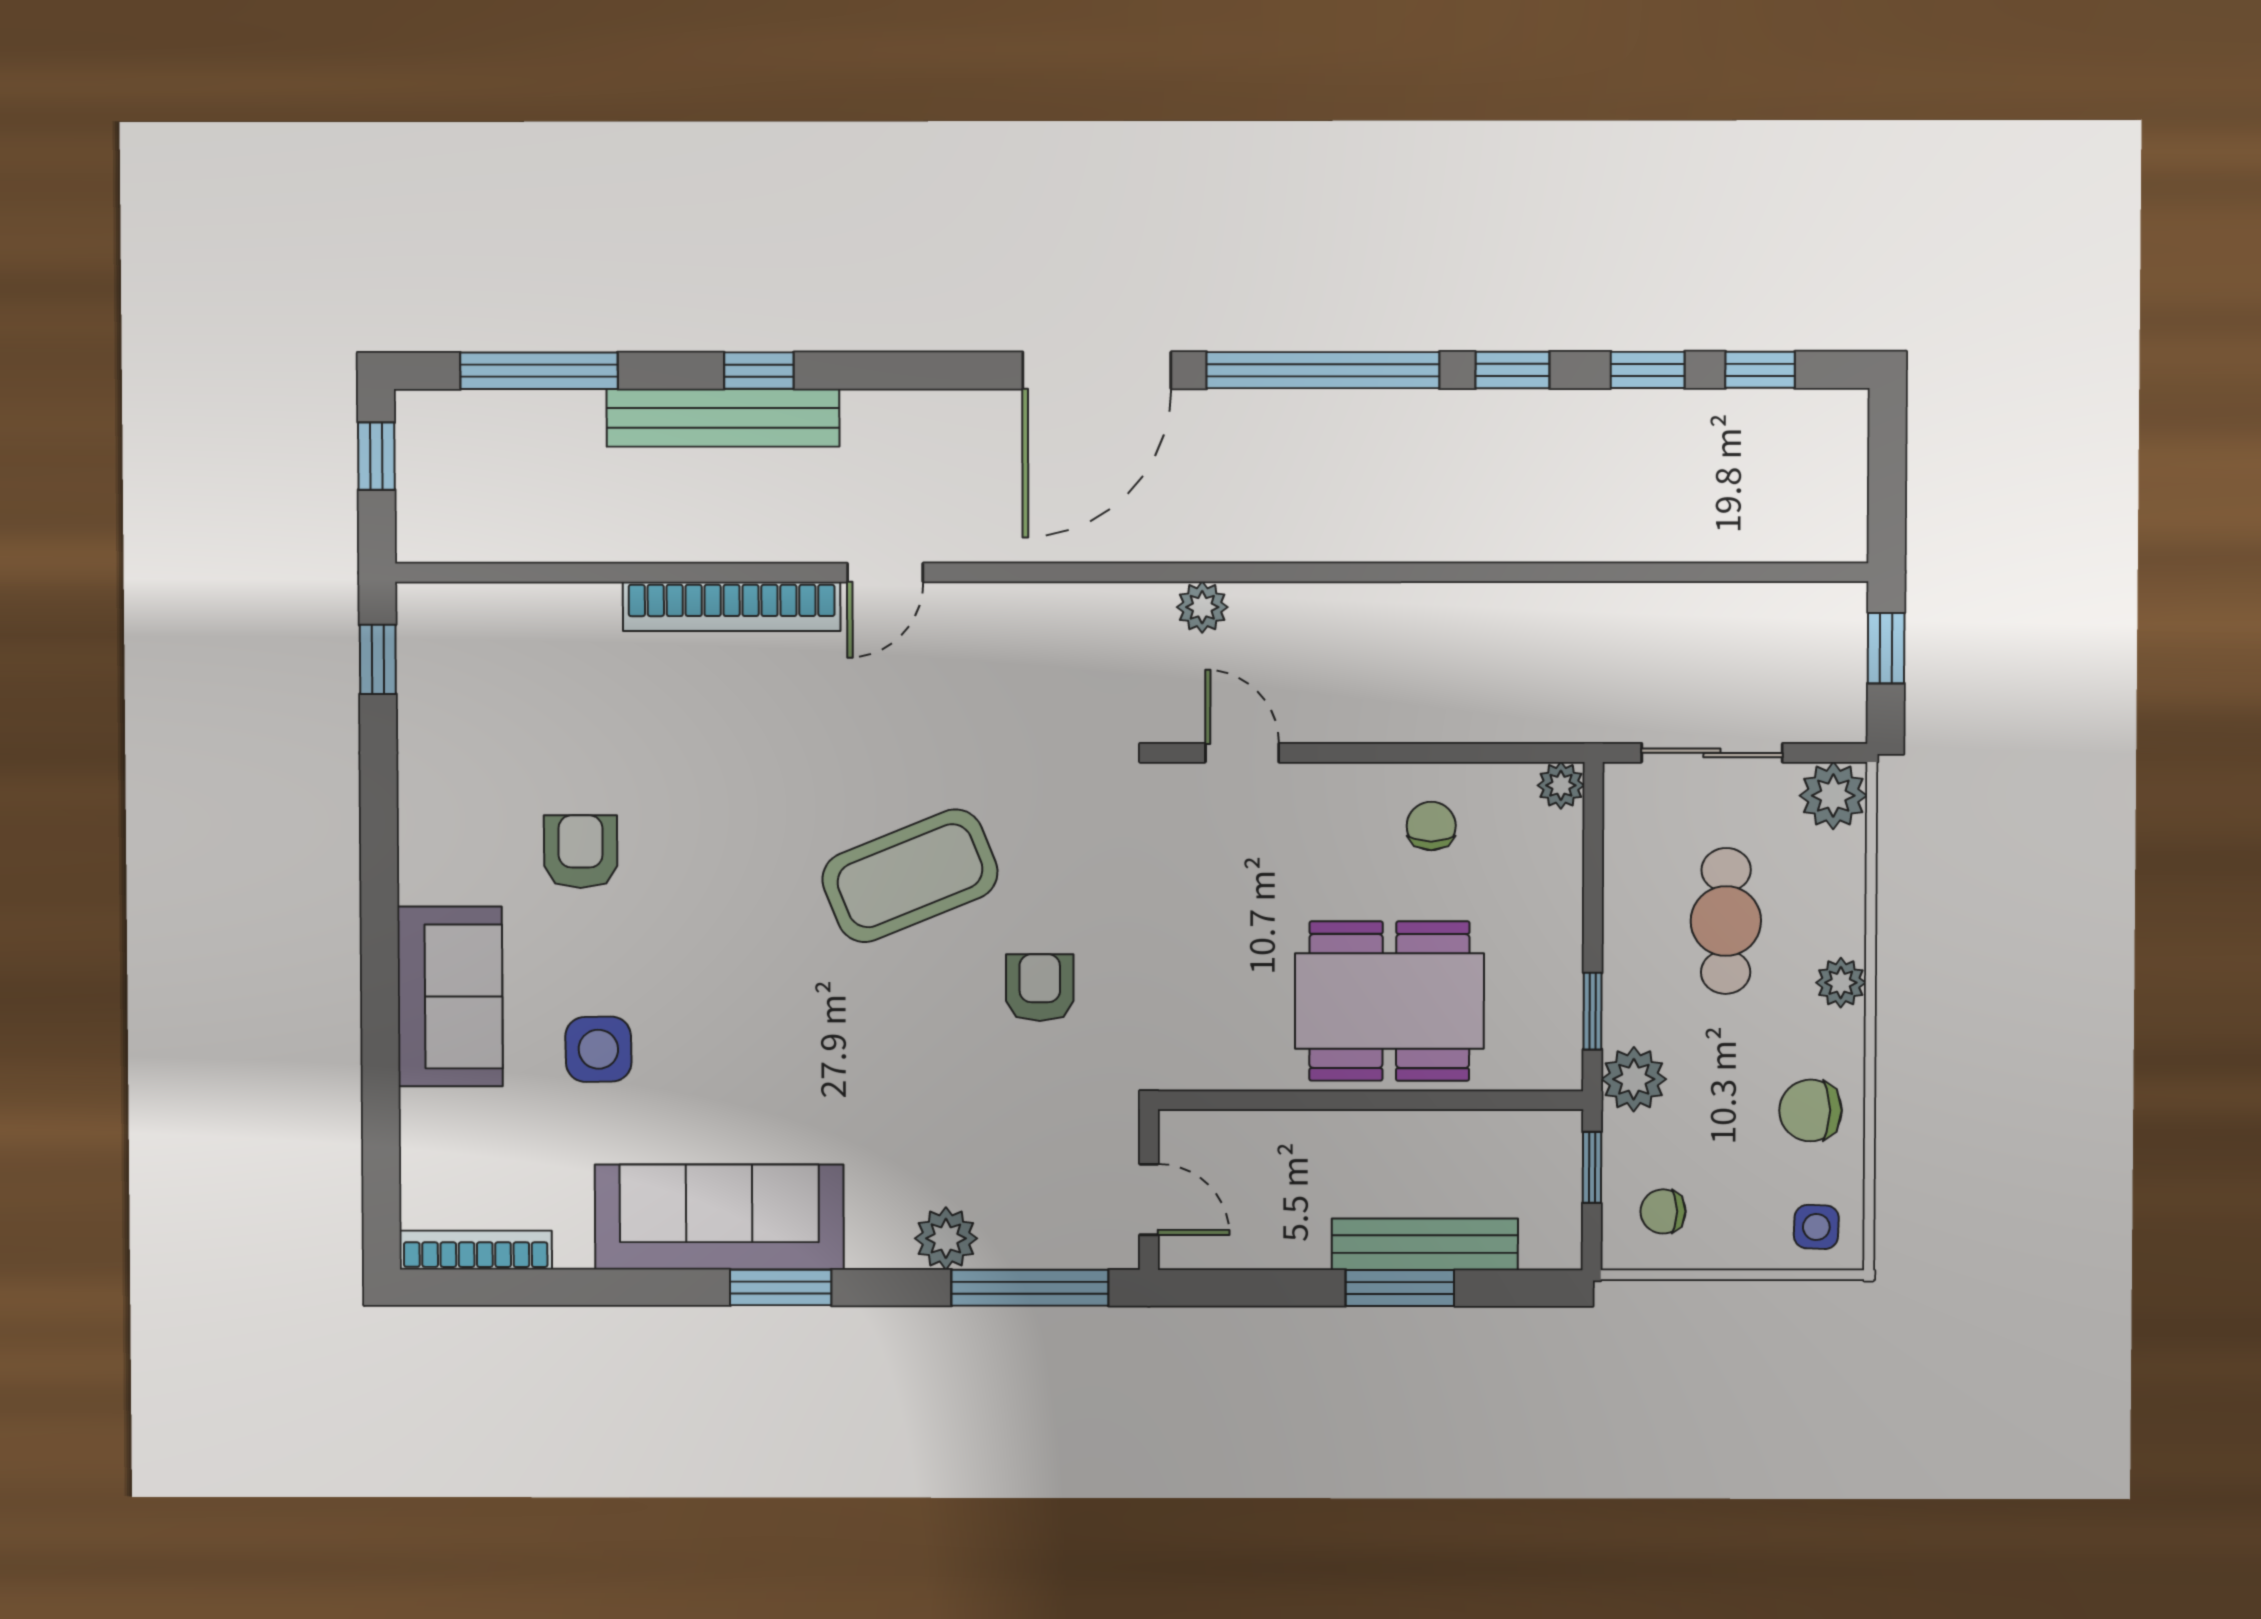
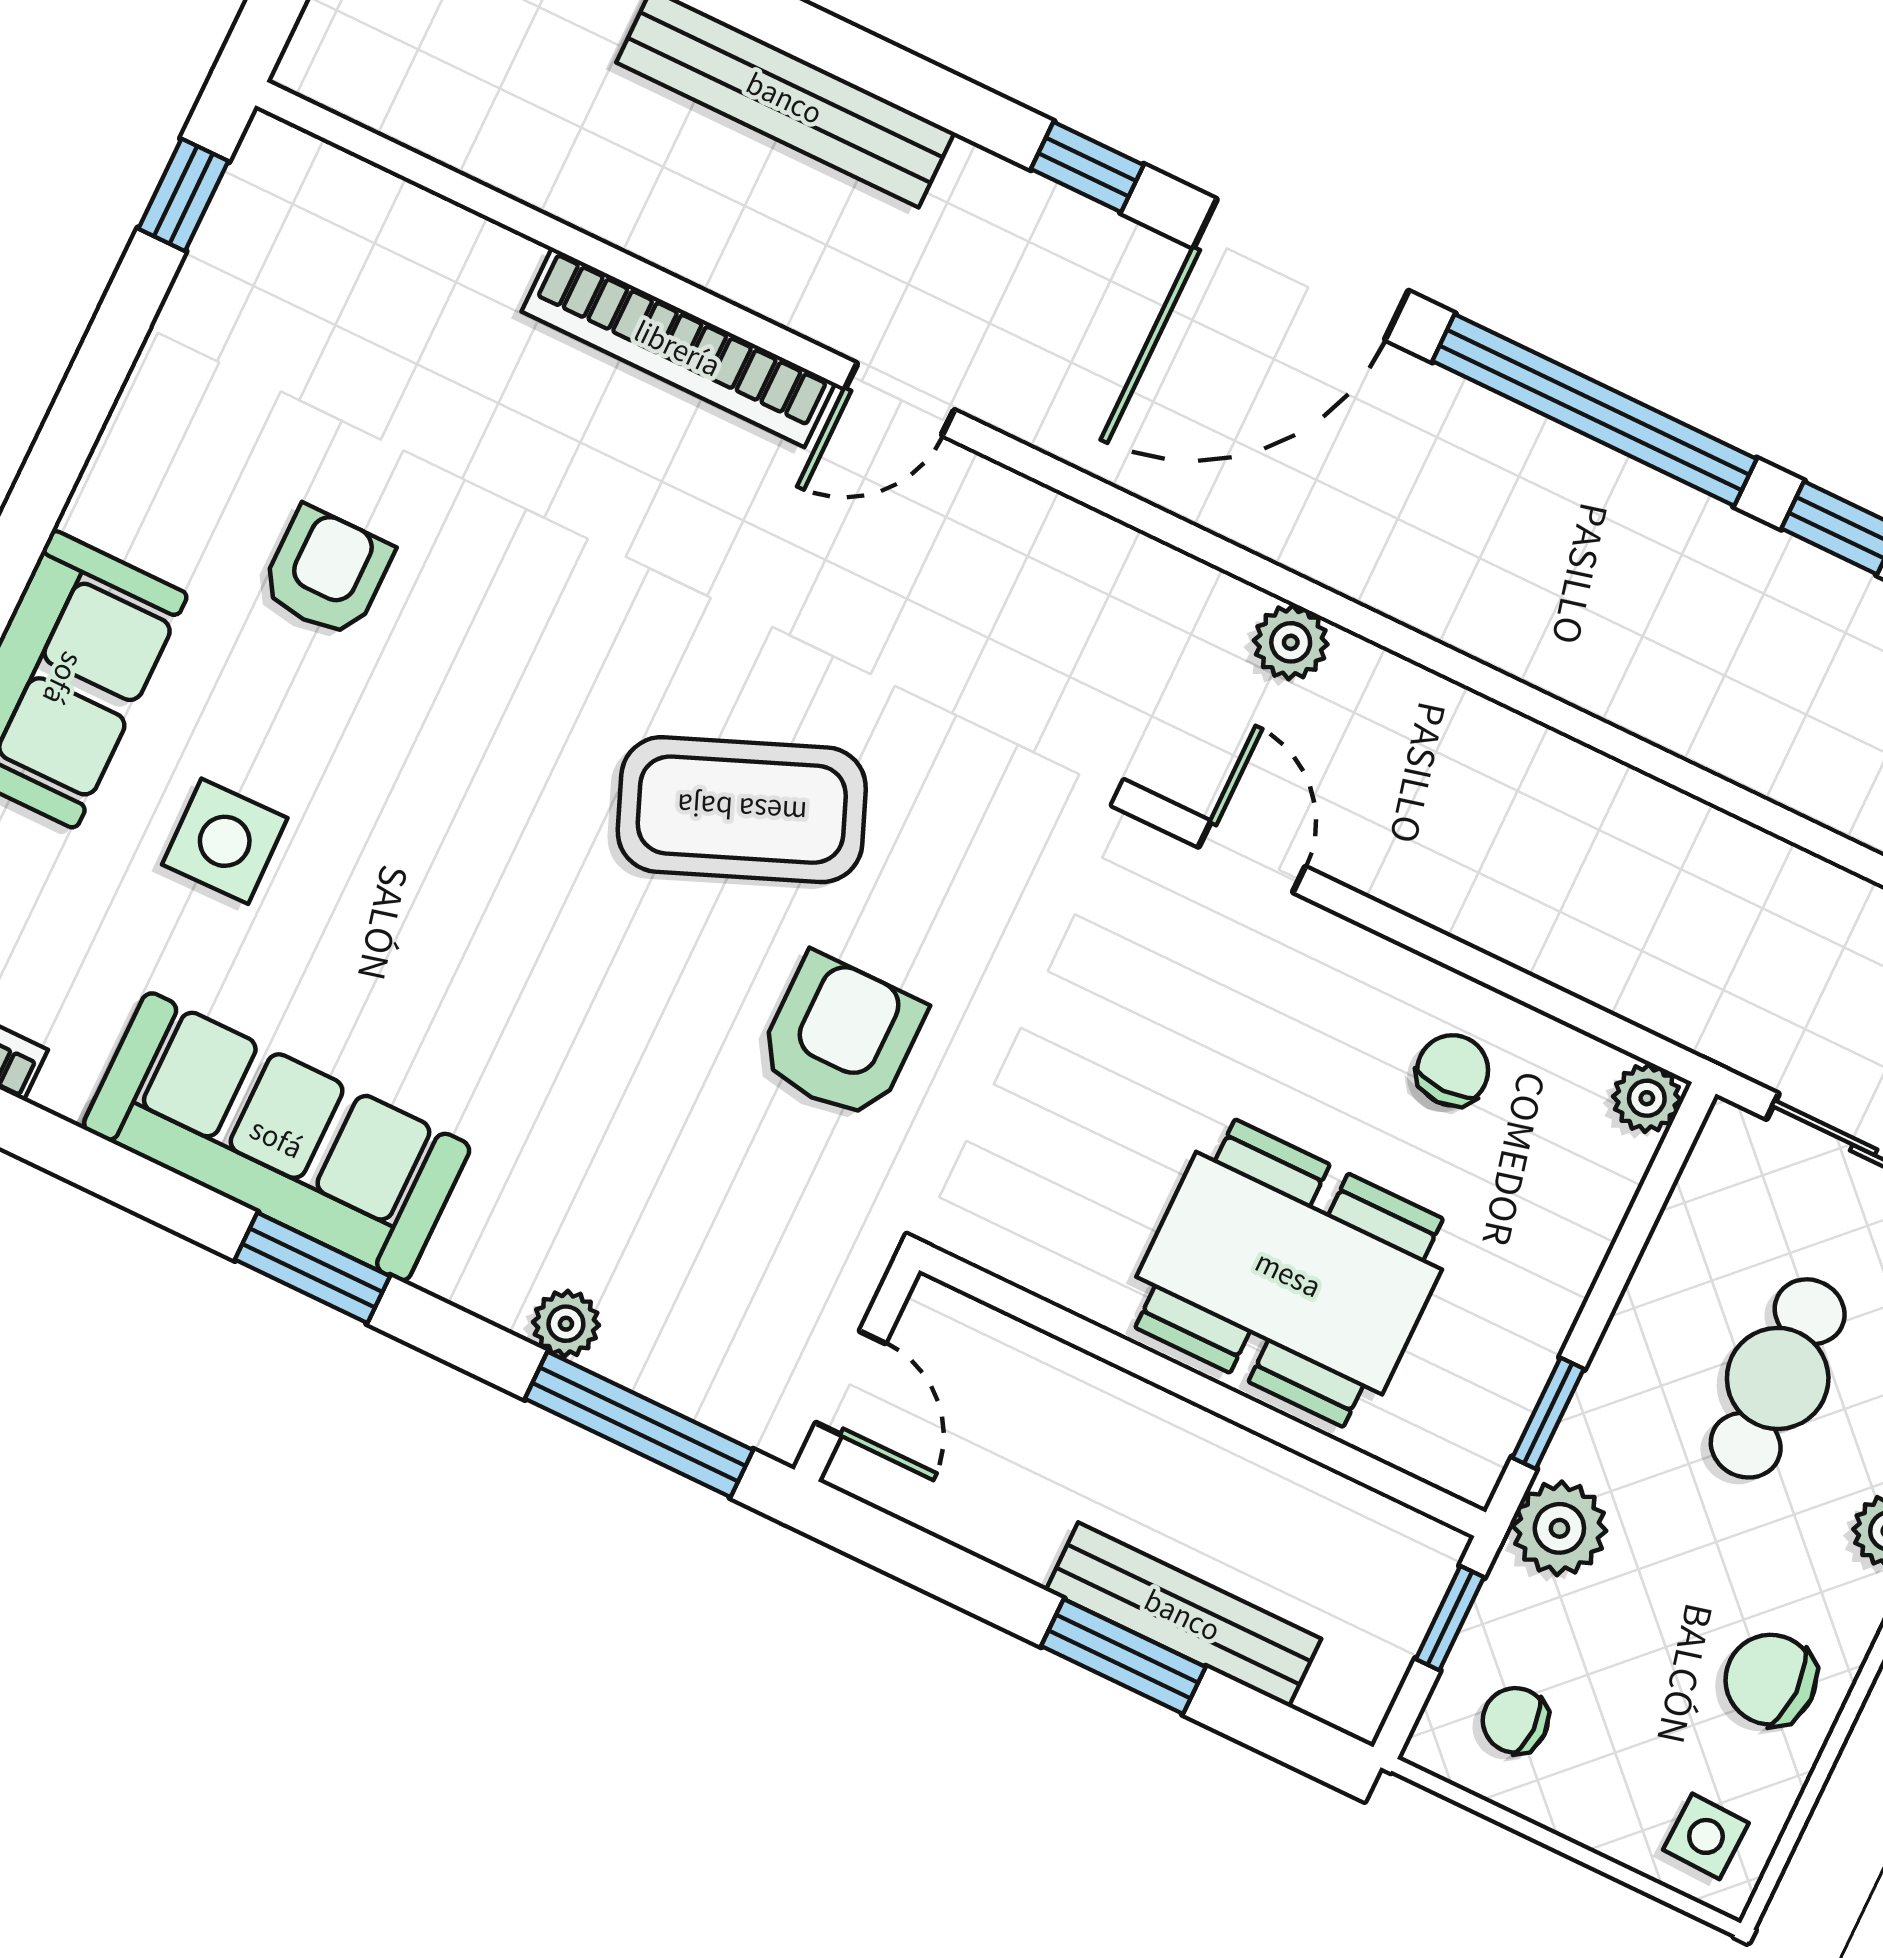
window: (759, 371) -> (1087, 167), moved
armchair: (1040, 988) -> (841, 1037), width x1.38, depth x1.38
plant: (946, 1238) -> (566, 1324), width x0.73, depth x0.73

